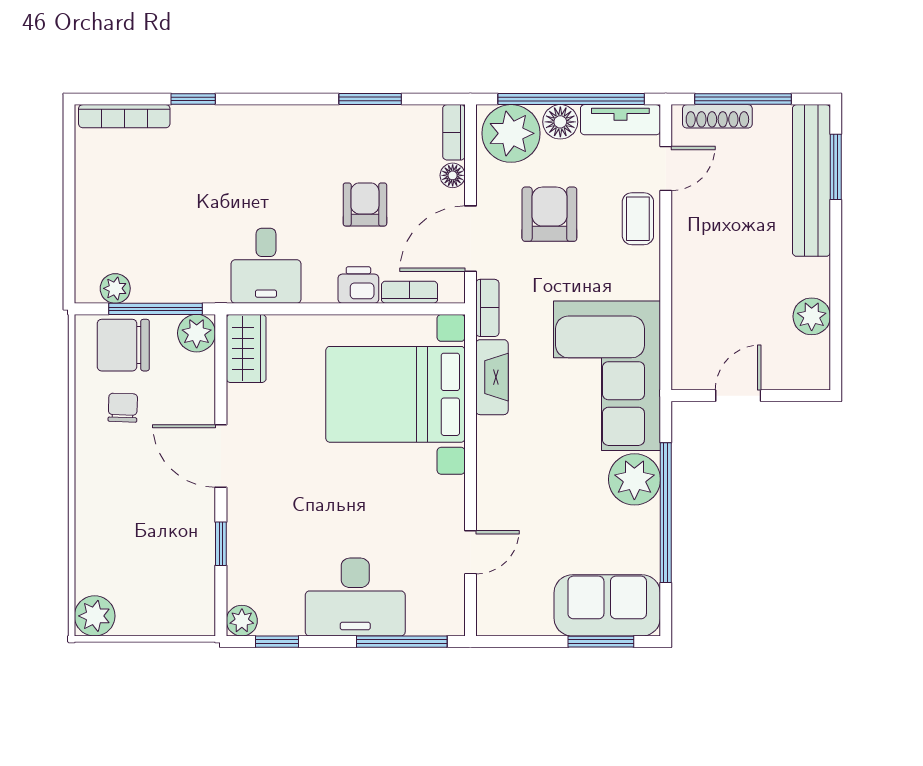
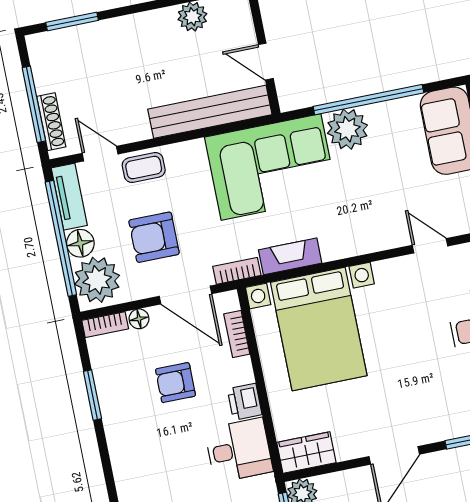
bench: (811, 180) -> (210, 112), moved
printer: (358, 285) -> (245, 402), moved

